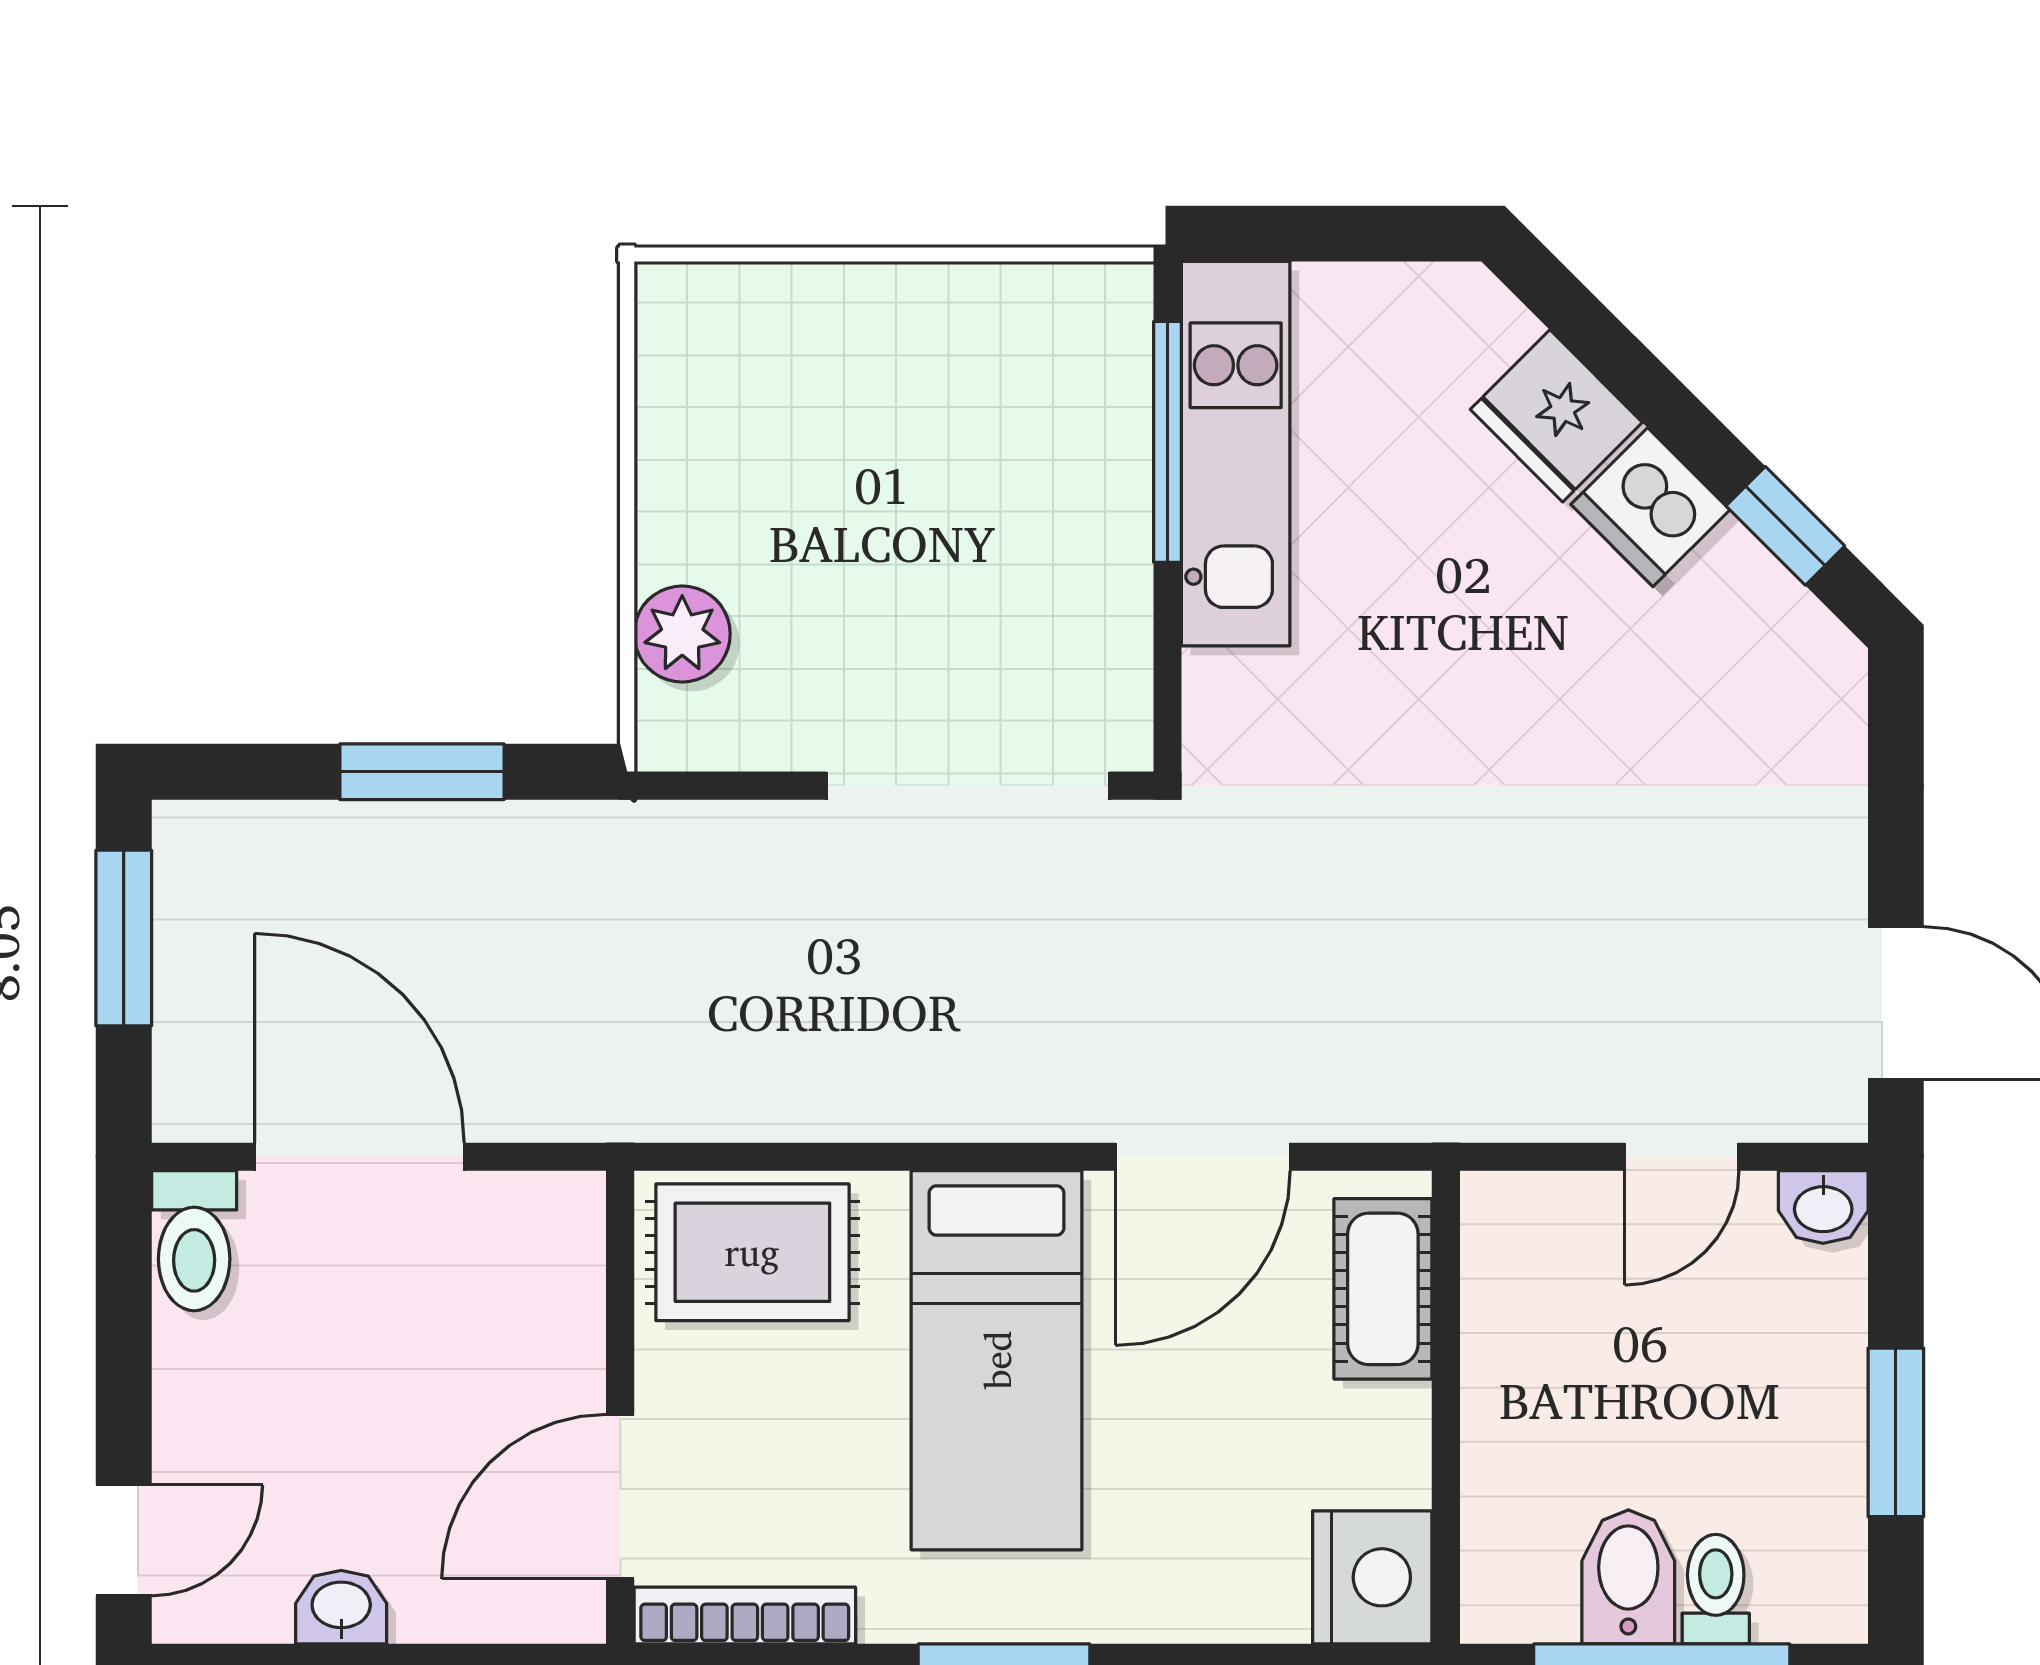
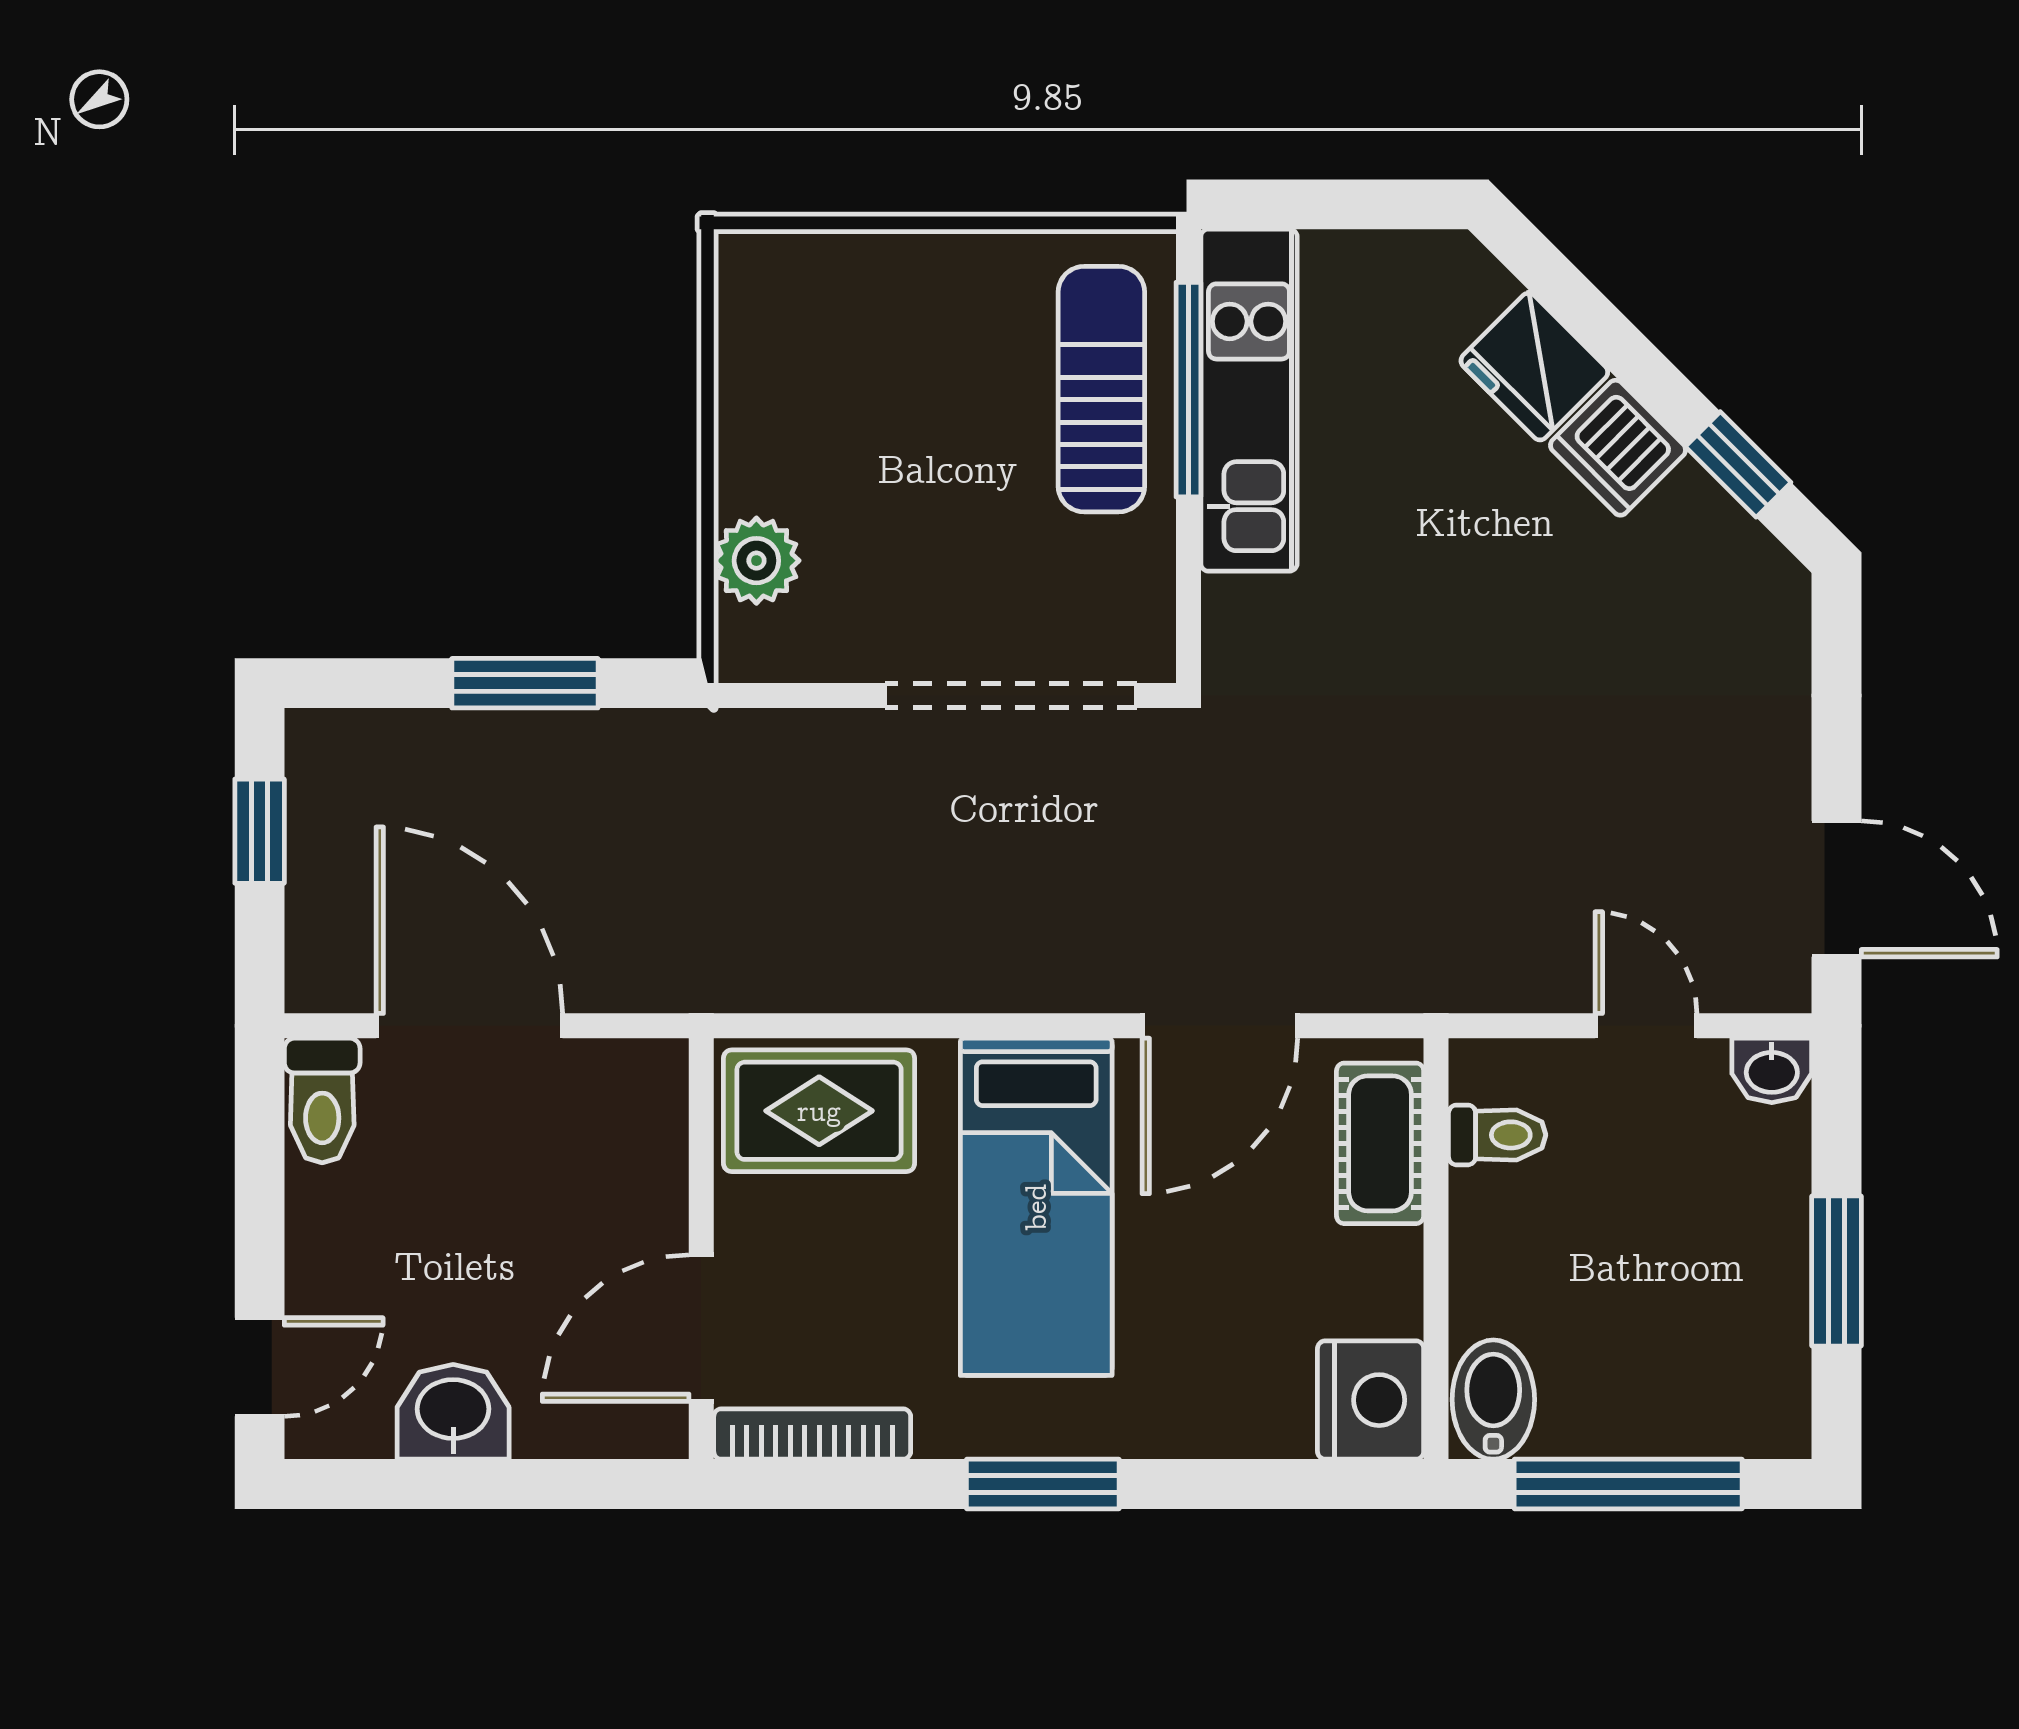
sun lounger: (1070, 441) -> (1101, 389), added
window: (124, 938) -> (260, 831), width x0.67
door: (1682, 1157) -> (1646, 1026), swing flipped
bidet: (1628, 1577) -> (1493, 1400), moved
toilet: (1716, 1589) -> (1497, 1135), moved, turned 90
washbasin: (341, 1607) -> (453, 1412), width x1.38, depth x1.45

